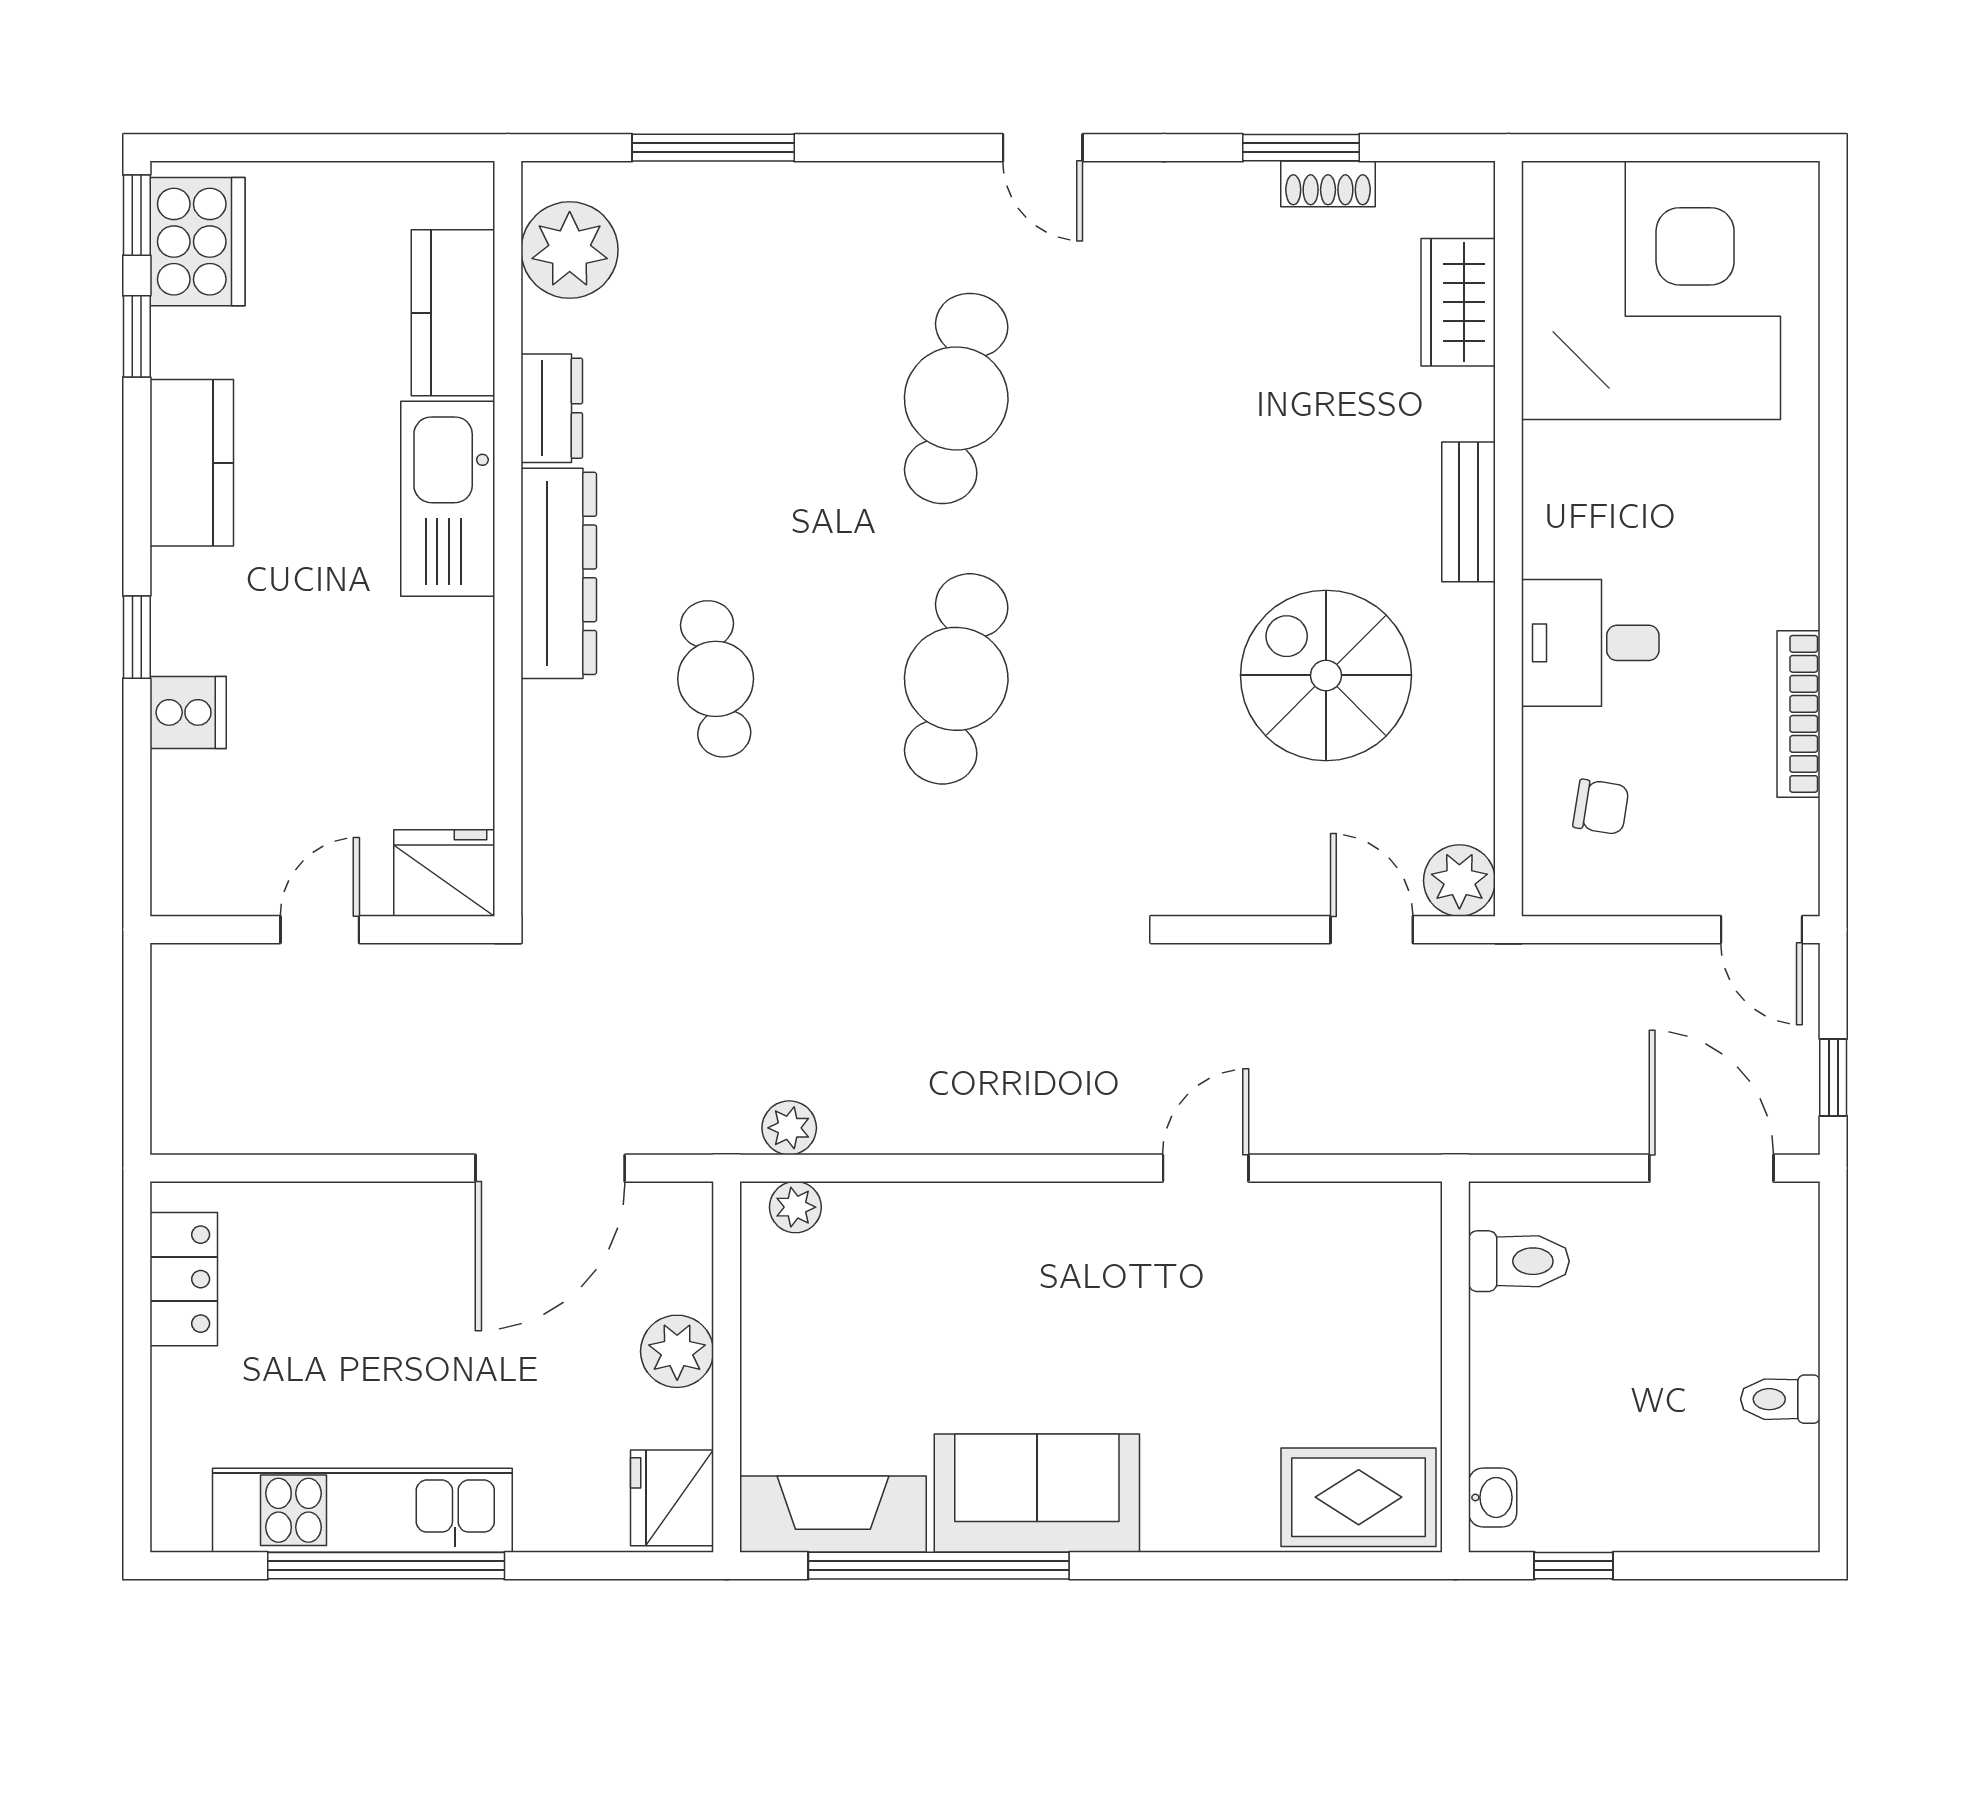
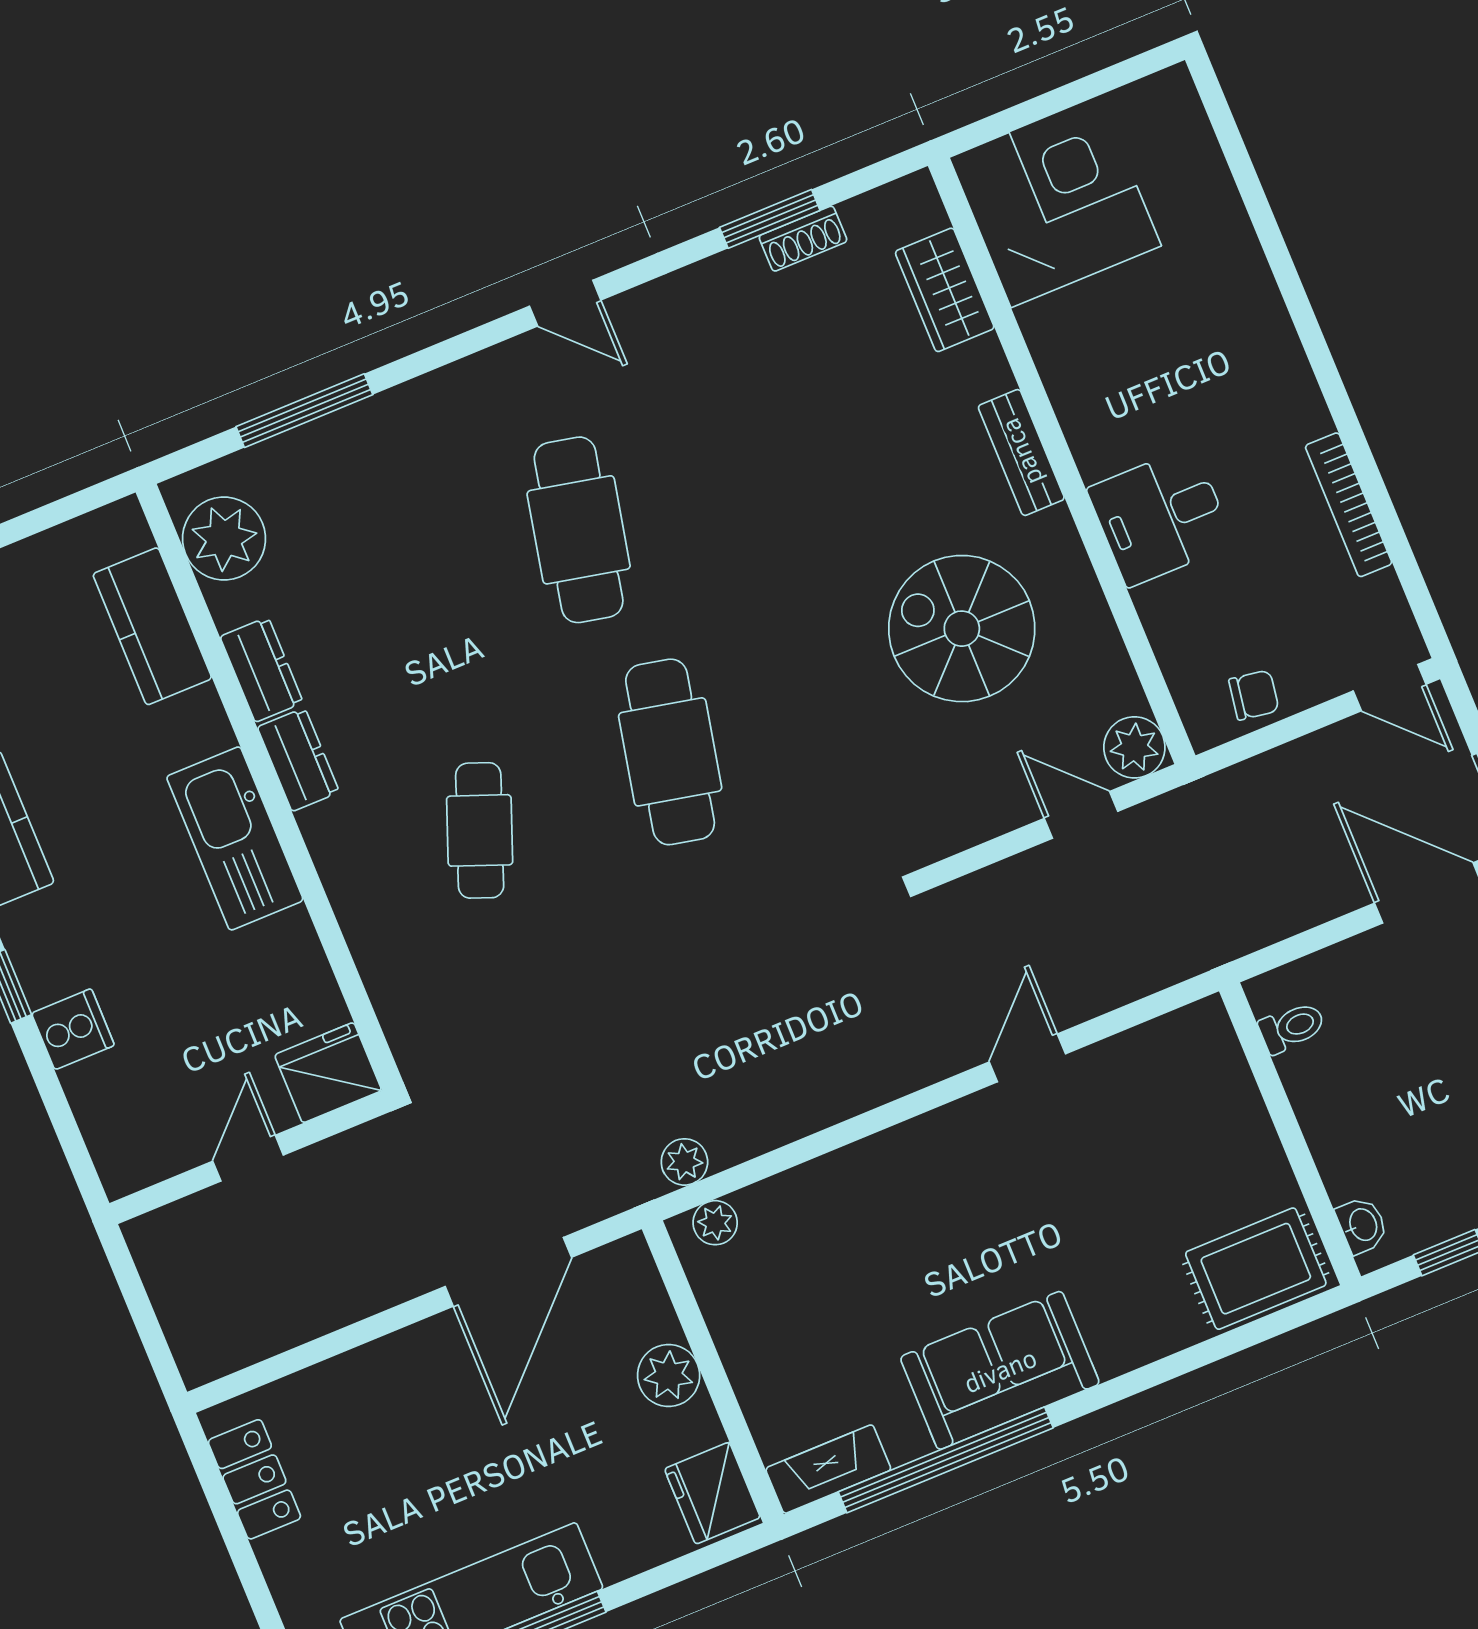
corner desk: (1651, 290) -> (1055, 202), width x0.74, depth x0.74
kitchen sink: (448, 499) -> (235, 838), moved
dresser: (559, 573) -> (298, 760), width x0.51, depth x0.80
cafe table: (716, 679) -> (480, 830), turned 30
chair: (1601, 807) -> (1254, 695), moved
toilet: (1519, 1261) -> (1292, 1027), width x0.73, depth x0.72
fireplace: (833, 1514) -> (828, 1469), width x0.73, depth x0.76

